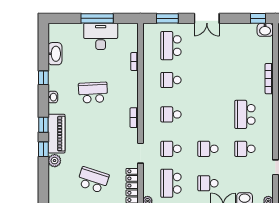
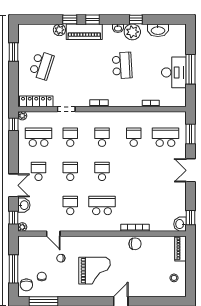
plant: (57, 82) -> (132, 32), added
school desk: (208, 114) -> (102, 171), added

